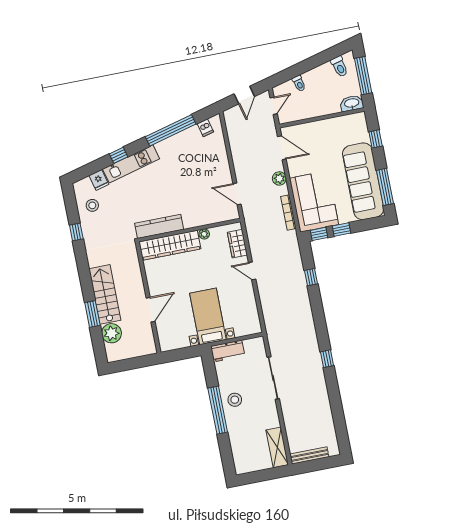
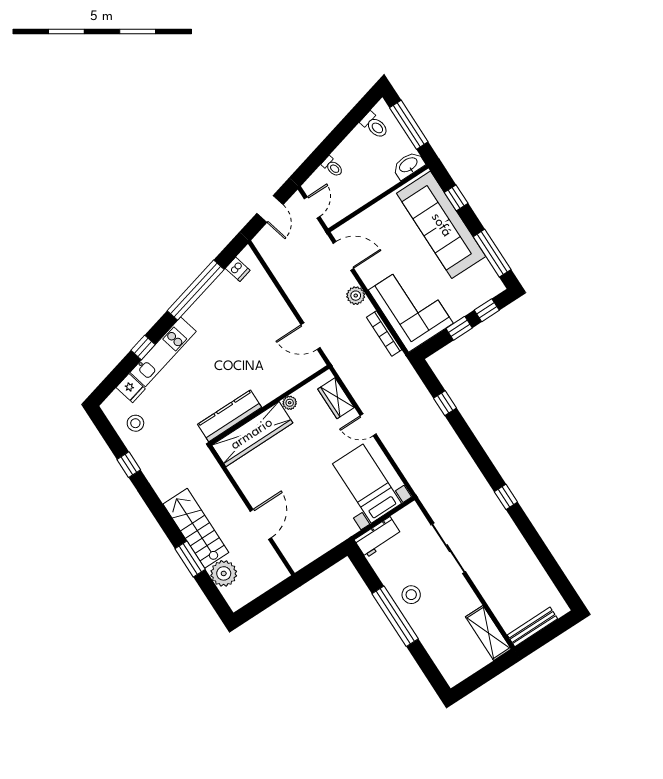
sofa: (363, 181) -> (441, 225), moved
window: (319, 234) -> (487, 310), moved
bed with nightstands: (208, 316) -> (367, 484), moved

